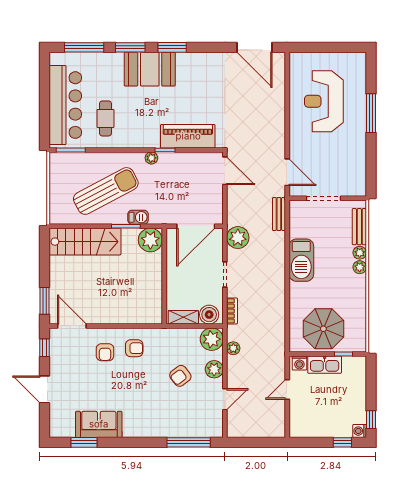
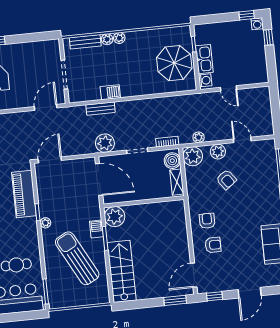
bench: (279, 214) -> (101, 109), moved
barbecue: (301, 260) -> (110, 92), width x0.53, depth x0.65

